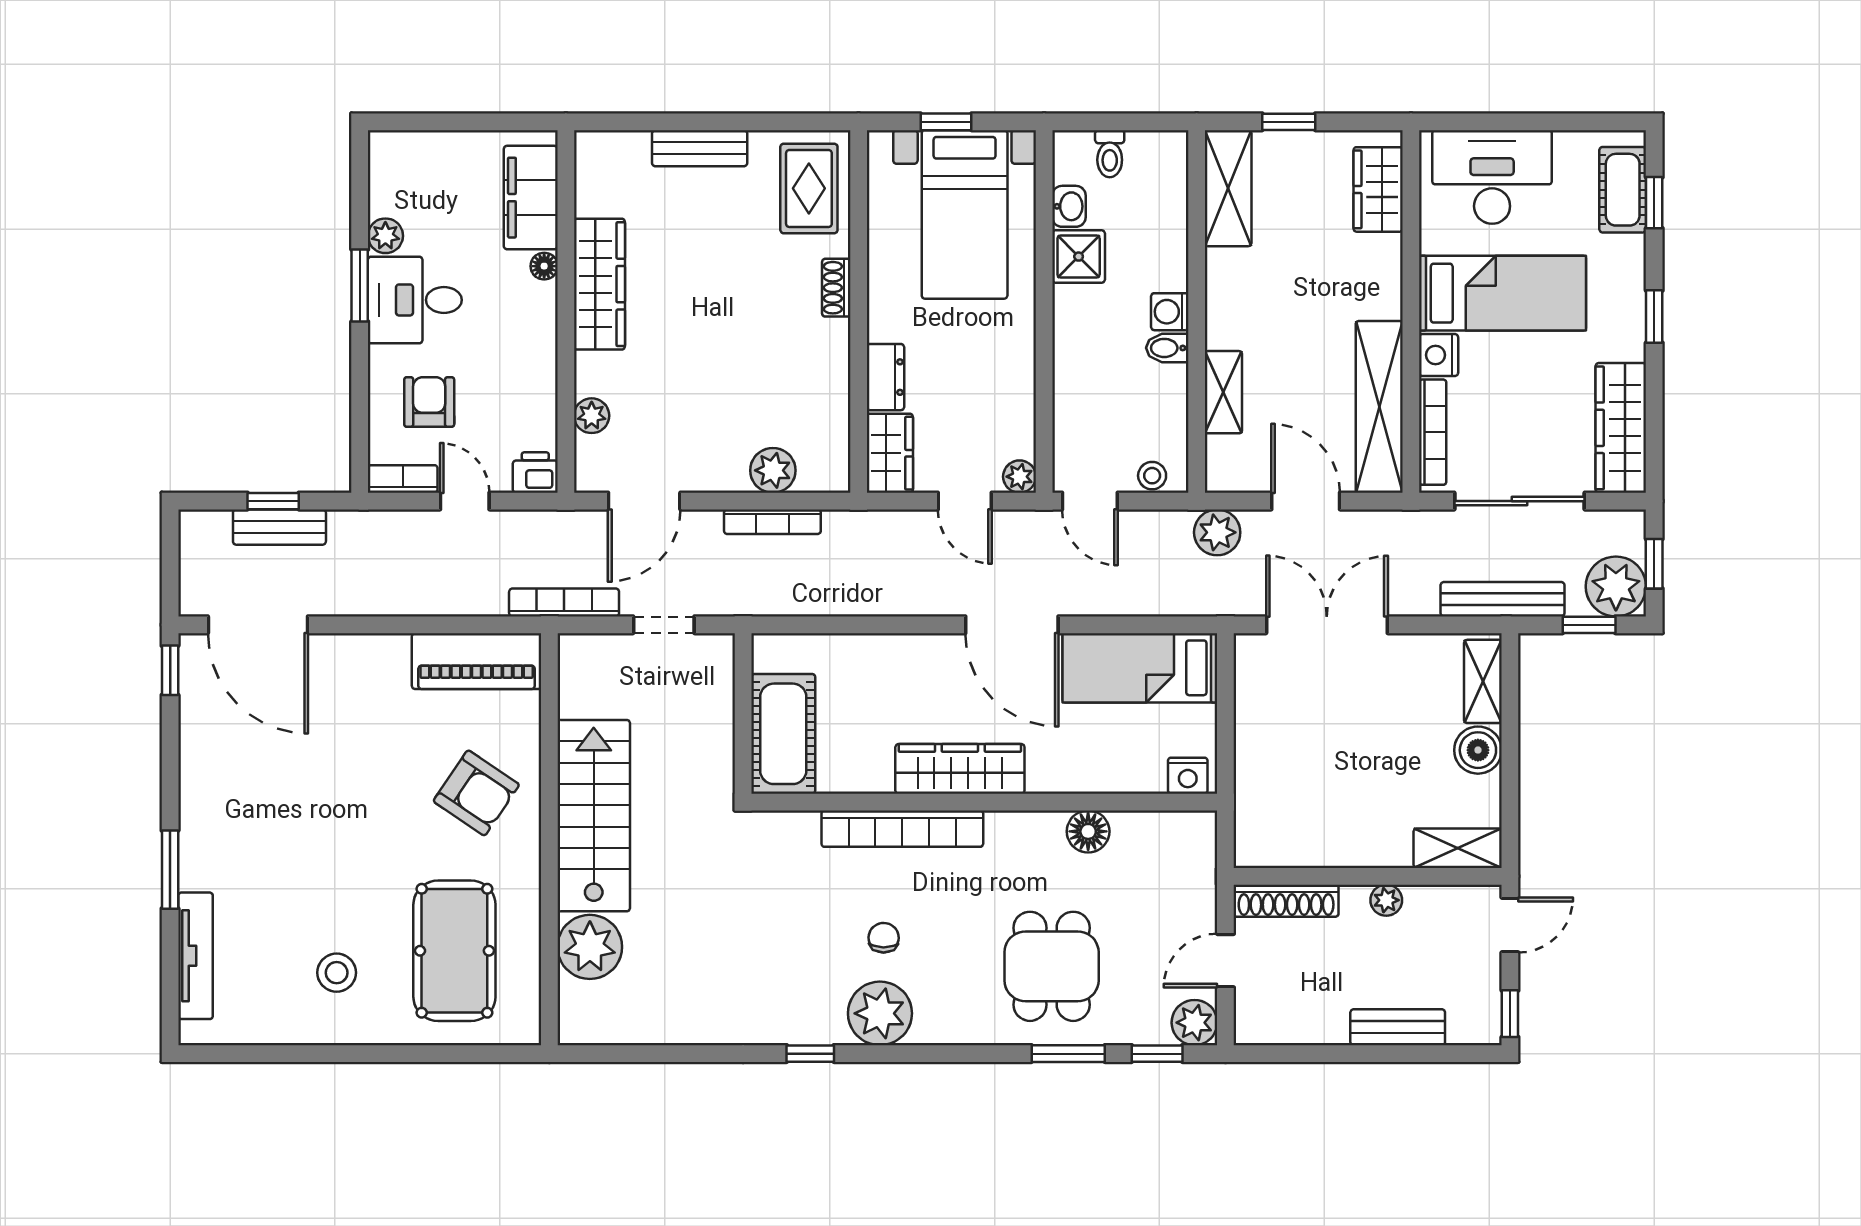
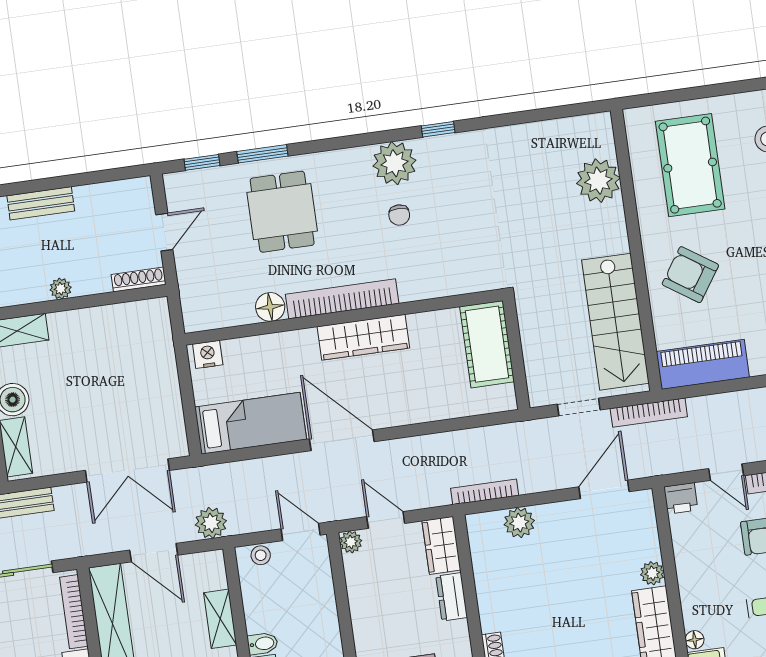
plant: (592, 416) -> (652, 573), moved
bookcase: (772, 522) -> (485, 492), moved
stairs: (594, 816) -> (615, 322), moved
bookcase: (902, 829) -> (342, 299), moved
shoe rack: (1286, 901) -> (139, 280), width x0.74, depth x0.81
plant: (1194, 1023) -> (179, 187), removed

